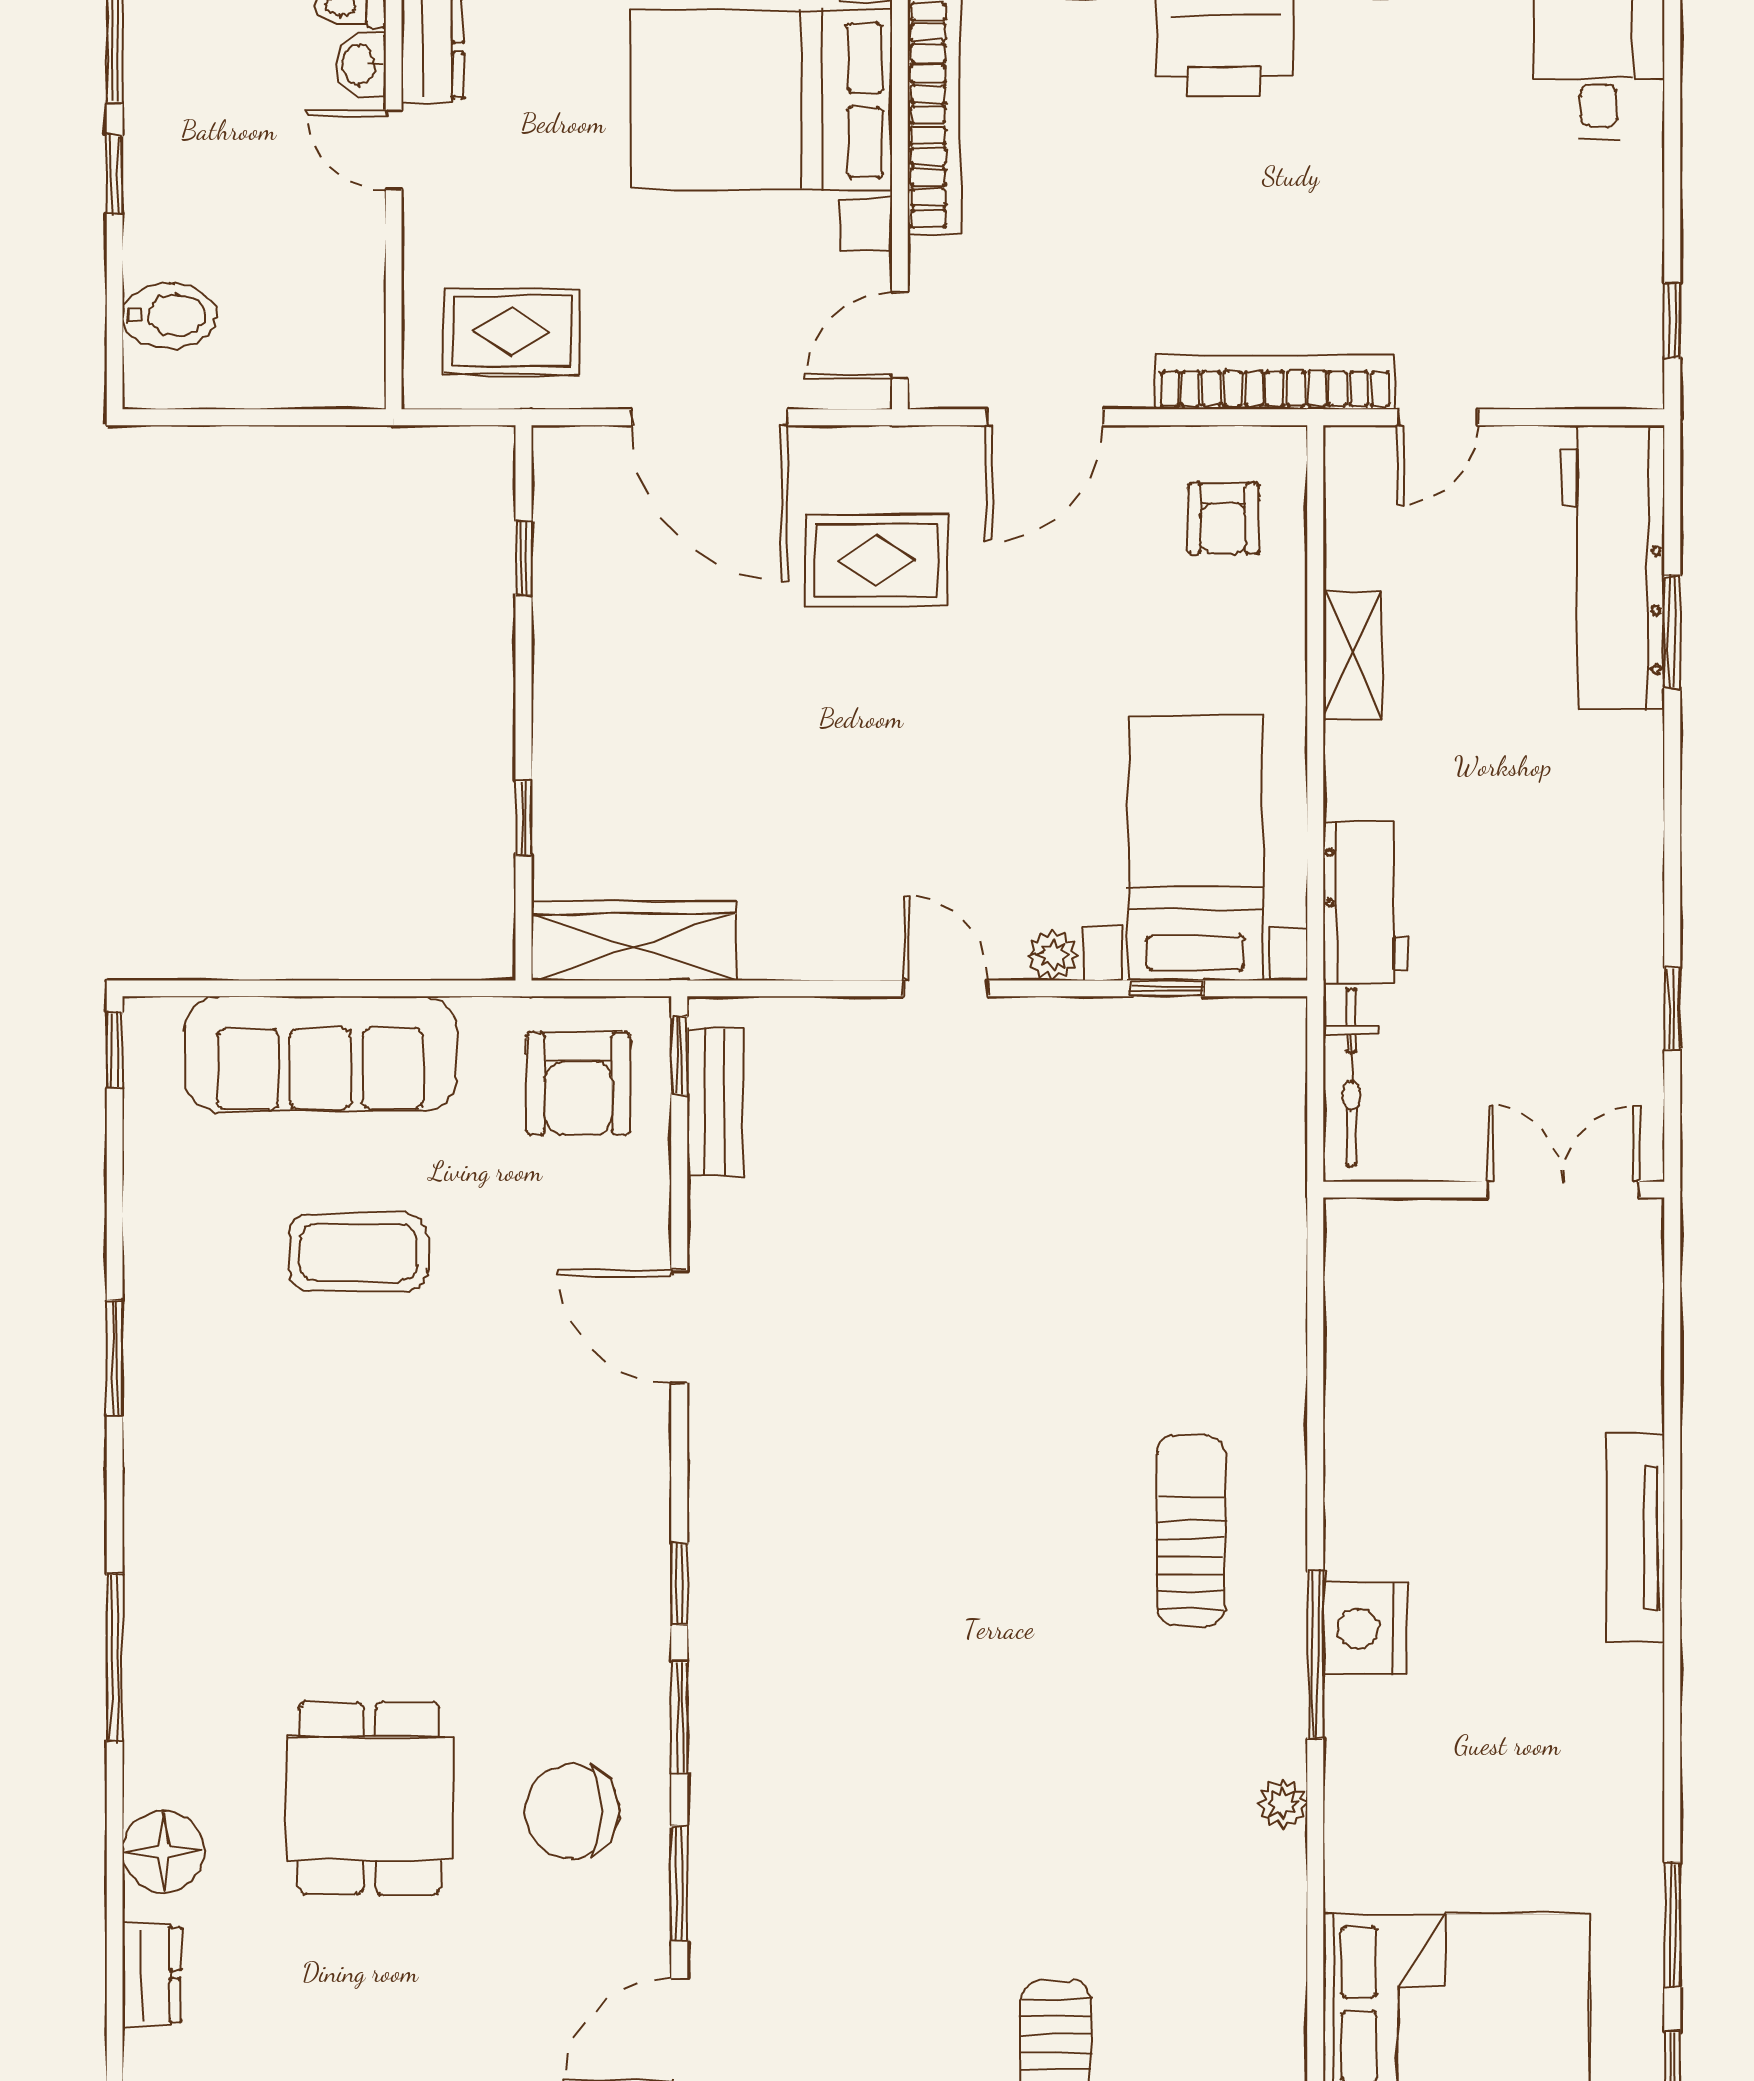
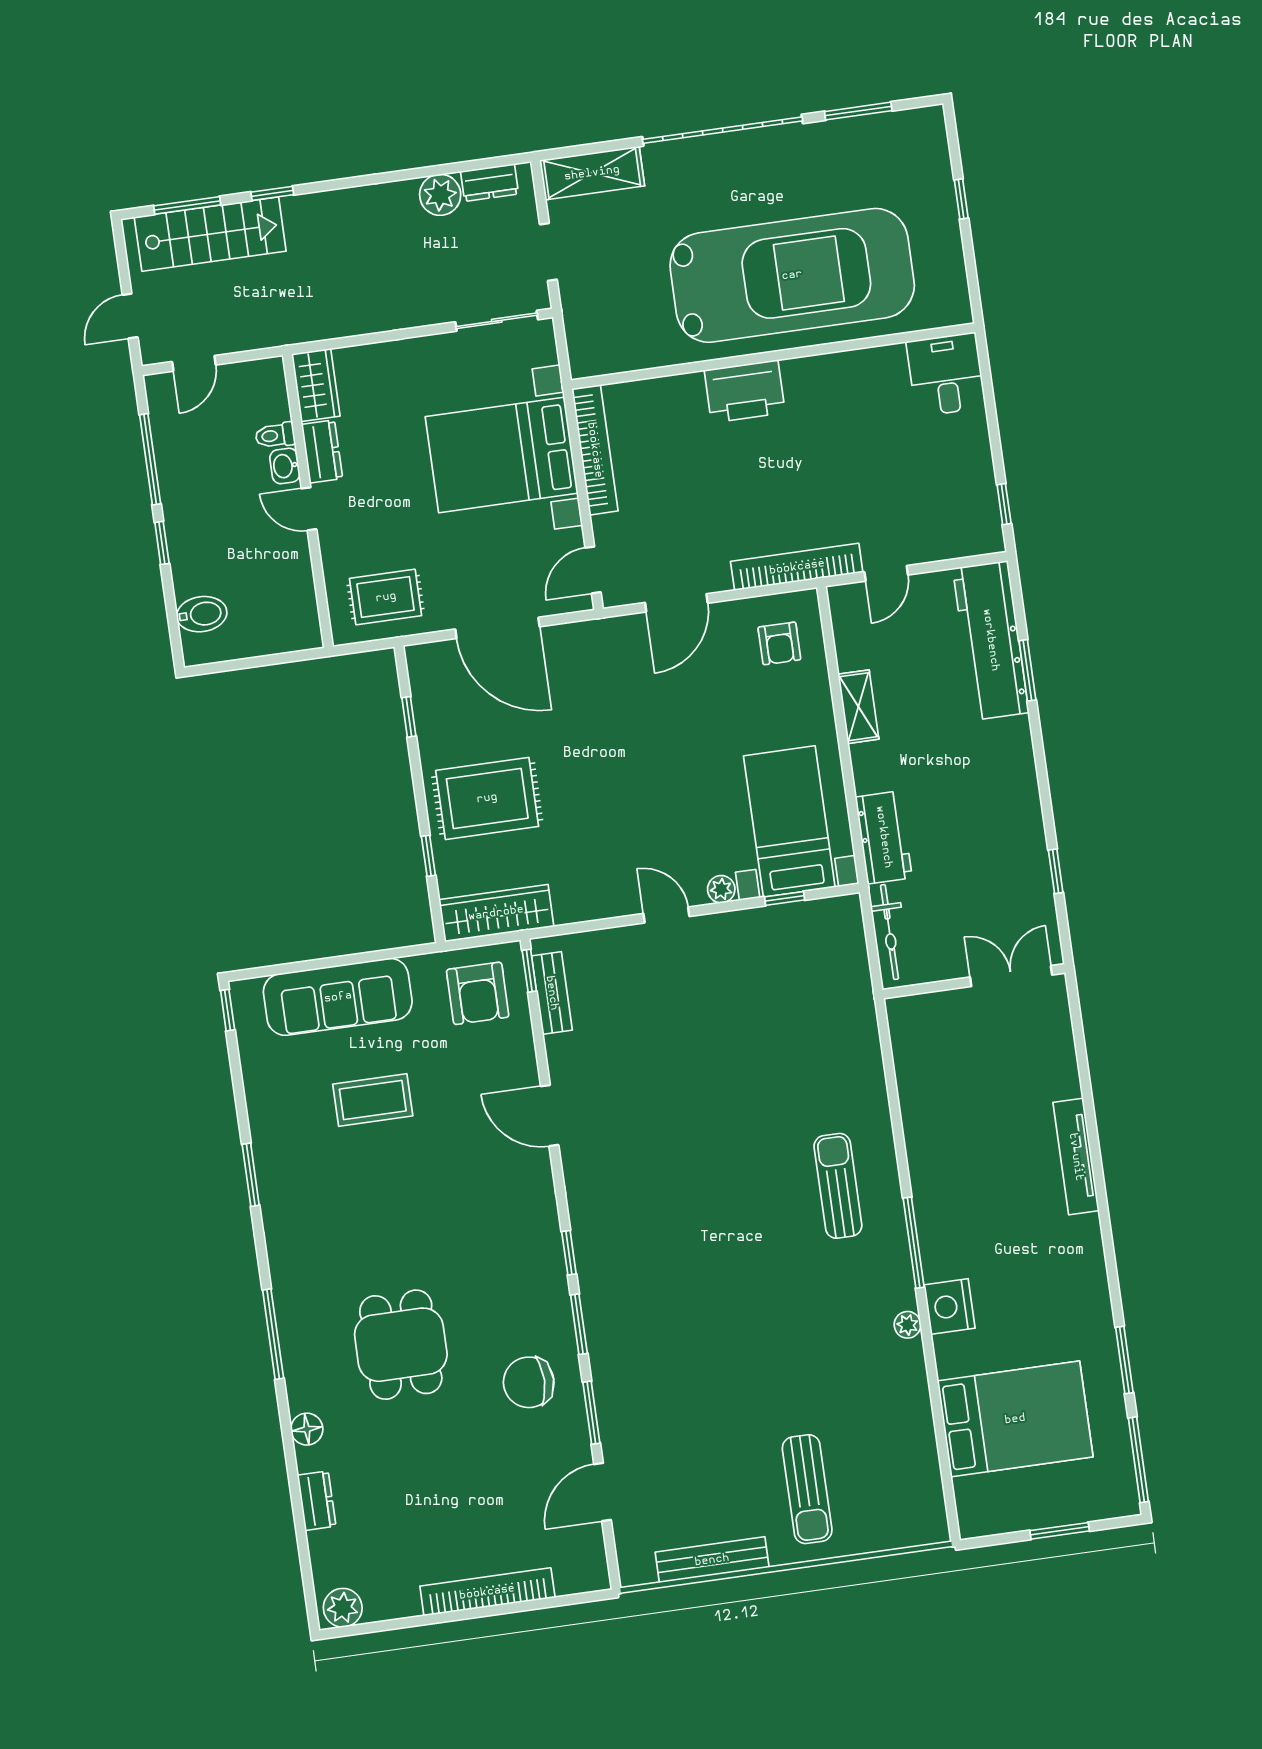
rug: (877, 560) -> (487, 798), moved, width x1.36, depth x1.43
nightstand: (1365, 1629) -> (949, 1306), moved
dining table: (369, 1798) -> (401, 1345), moved
floor lamp: (163, 1851) -> (307, 1429), width x0.73, depth x0.73

